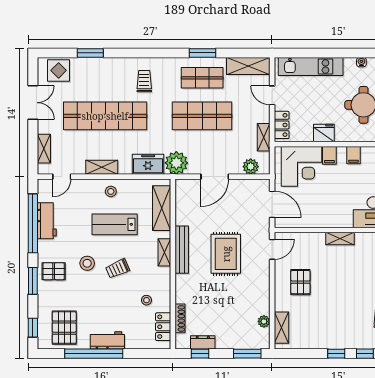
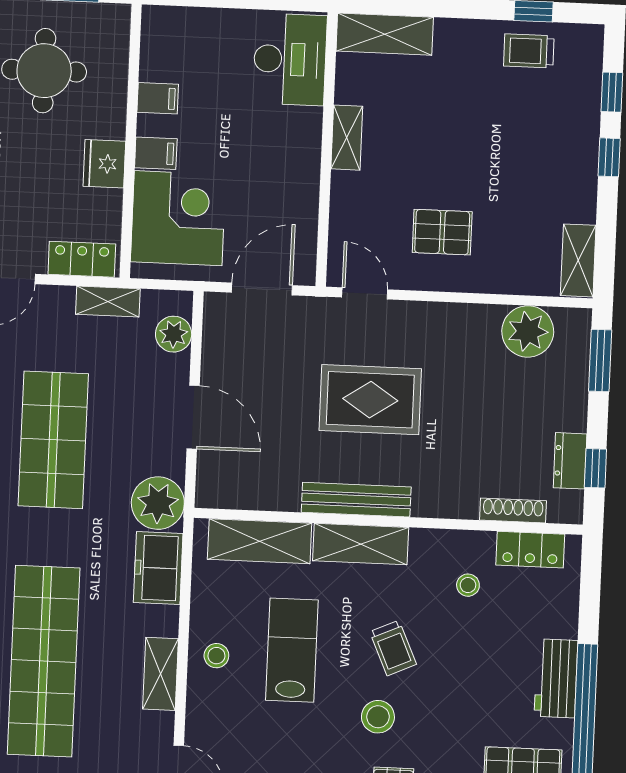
lab bench: (115, 224) -> (292, 650), turned 180
shelving: (164, 252) -> (361, 544), width x1.50, depth x1.33
plant: (264, 321) -> (528, 331), width x1.88, depth x1.88
shelving: (281, 328) -> (578, 260), moved, turned 90

